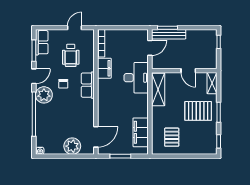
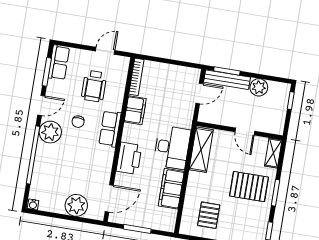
plant: (193, 36) -> (259, 87), added
desk: (136, 78) -> (172, 147), moved
printer: (106, 105) -> (129, 158), added
filing cabinet: (141, 132) -> (171, 189), moved

